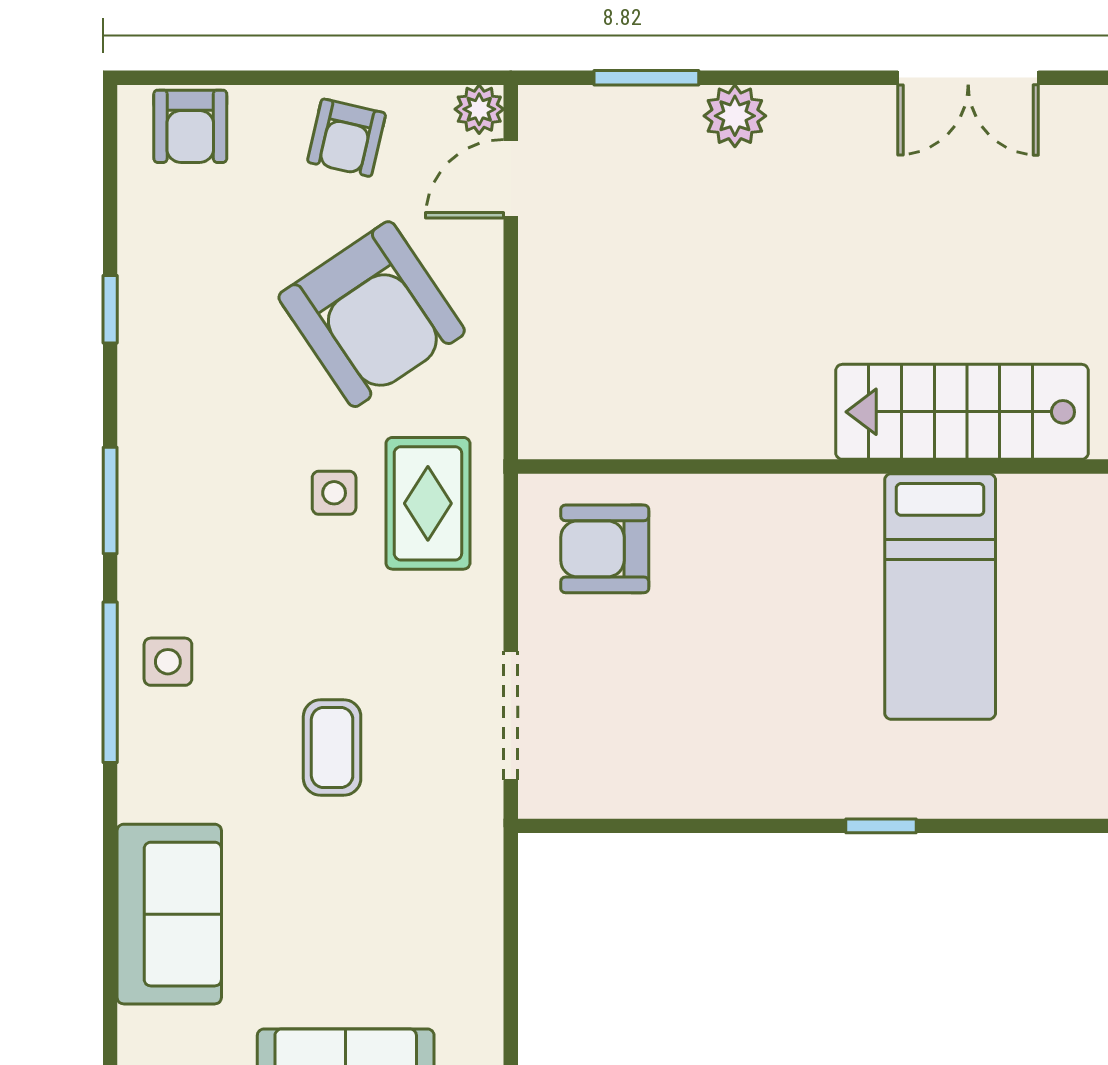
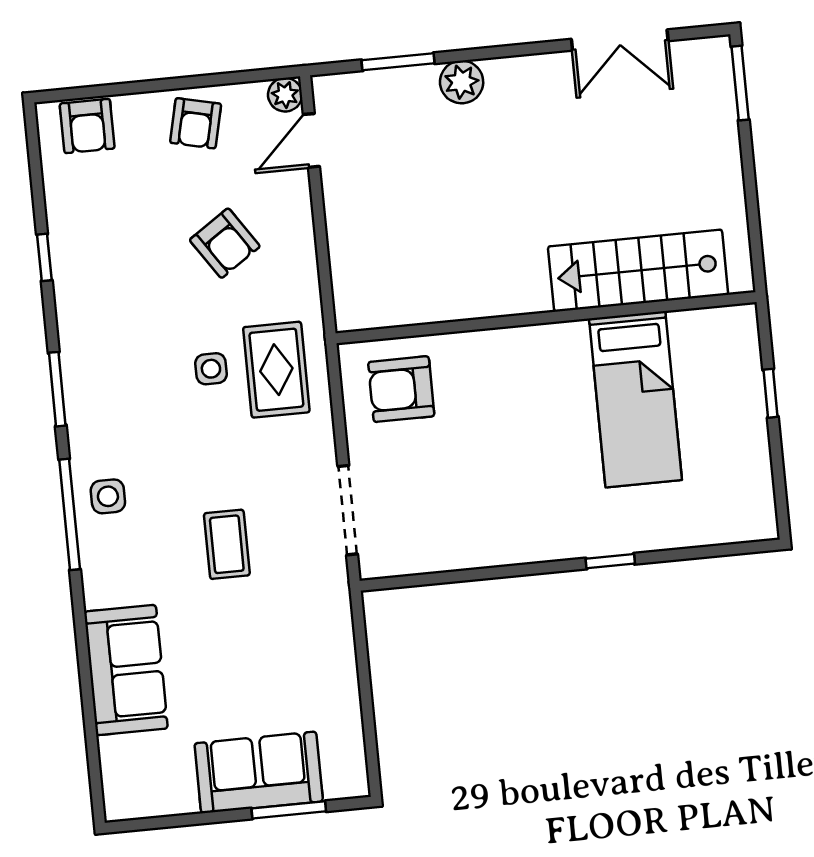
armchair: (372, 314) -> (225, 243), width x0.53, depth x0.53

